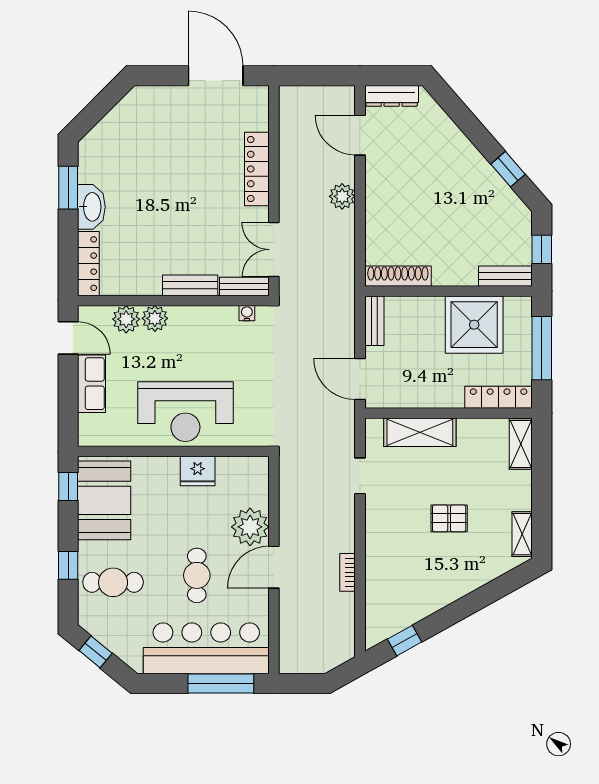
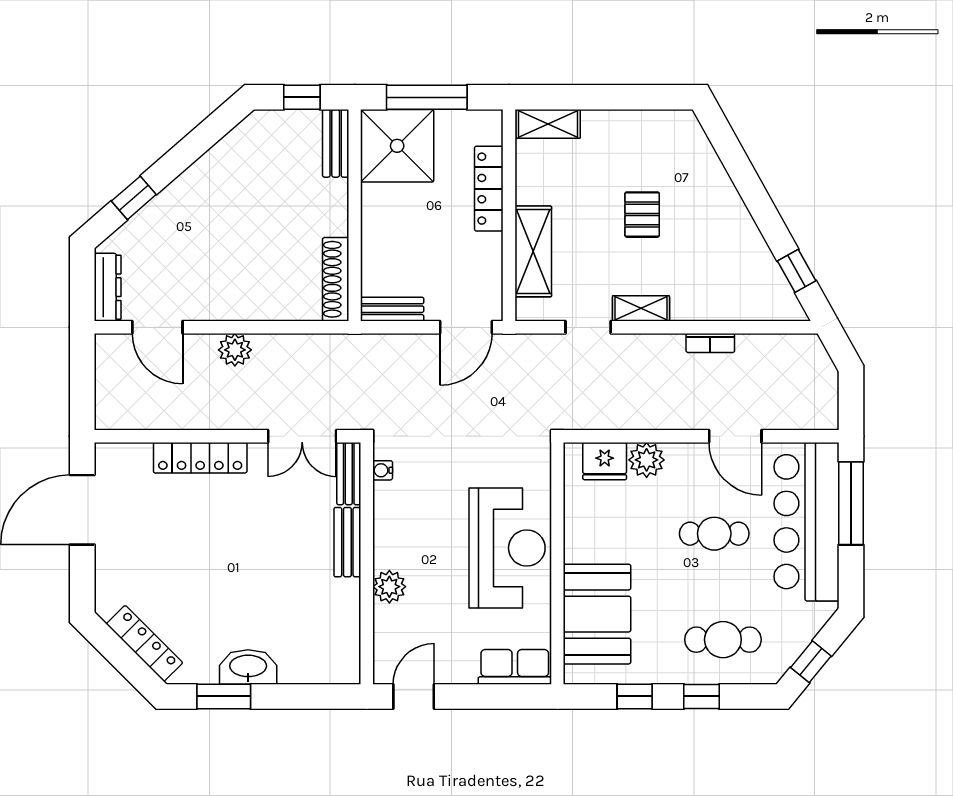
door: (360, 135) -> (157, 327), hinge flipped
window: (508, 169) -> (134, 198), moved
locker: (88, 264) -> (144, 643), moved, turned 45
plant: (126, 319) -> (390, 623), removed
shower: (474, 325) -> (397, 146), moved
row of seats: (91, 384) -> (515, 667), moved
locker: (499, 397) -> (489, 189), moved
fridge: (198, 471) -> (605, 461), moved, turned 90
window: (68, 486) -> (635, 696), moved
booth: (104, 500) -> (597, 614), moved, turned 90
plant: (250, 527) -> (647, 460), width x0.73, depth x0.73
shelving: (522, 534) -> (641, 308), moved
door: (274, 567) -> (735, 436), moved
cafe table: (113, 582) -> (723, 640), turned 90

